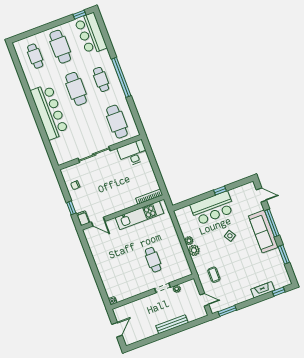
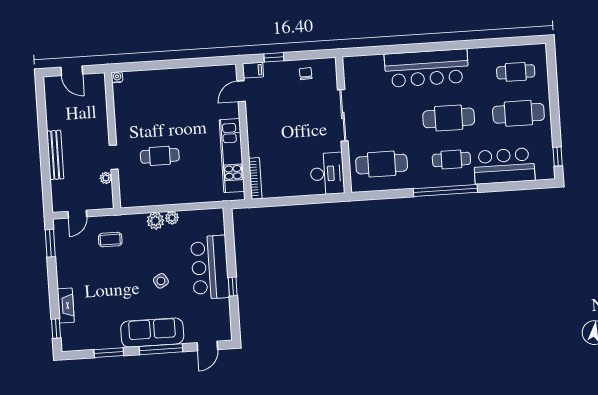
bar counter: (91, 34) -> (504, 166), moved

